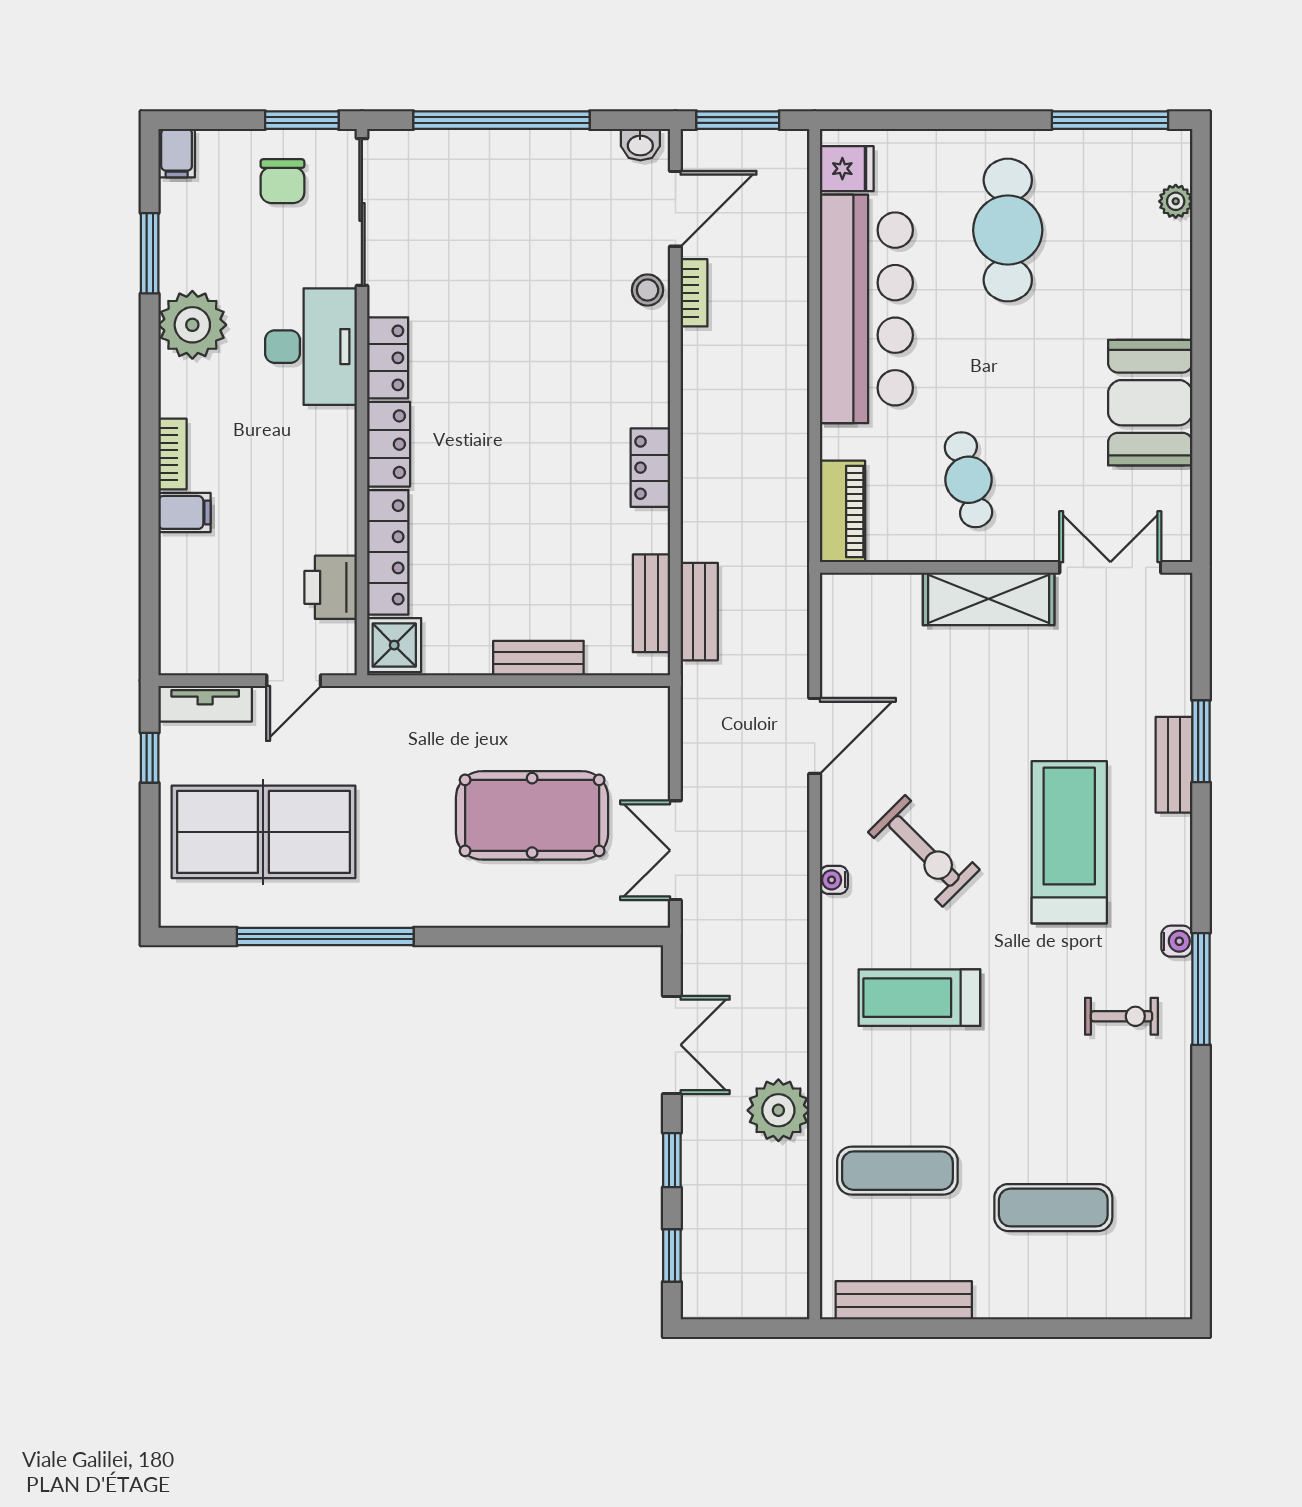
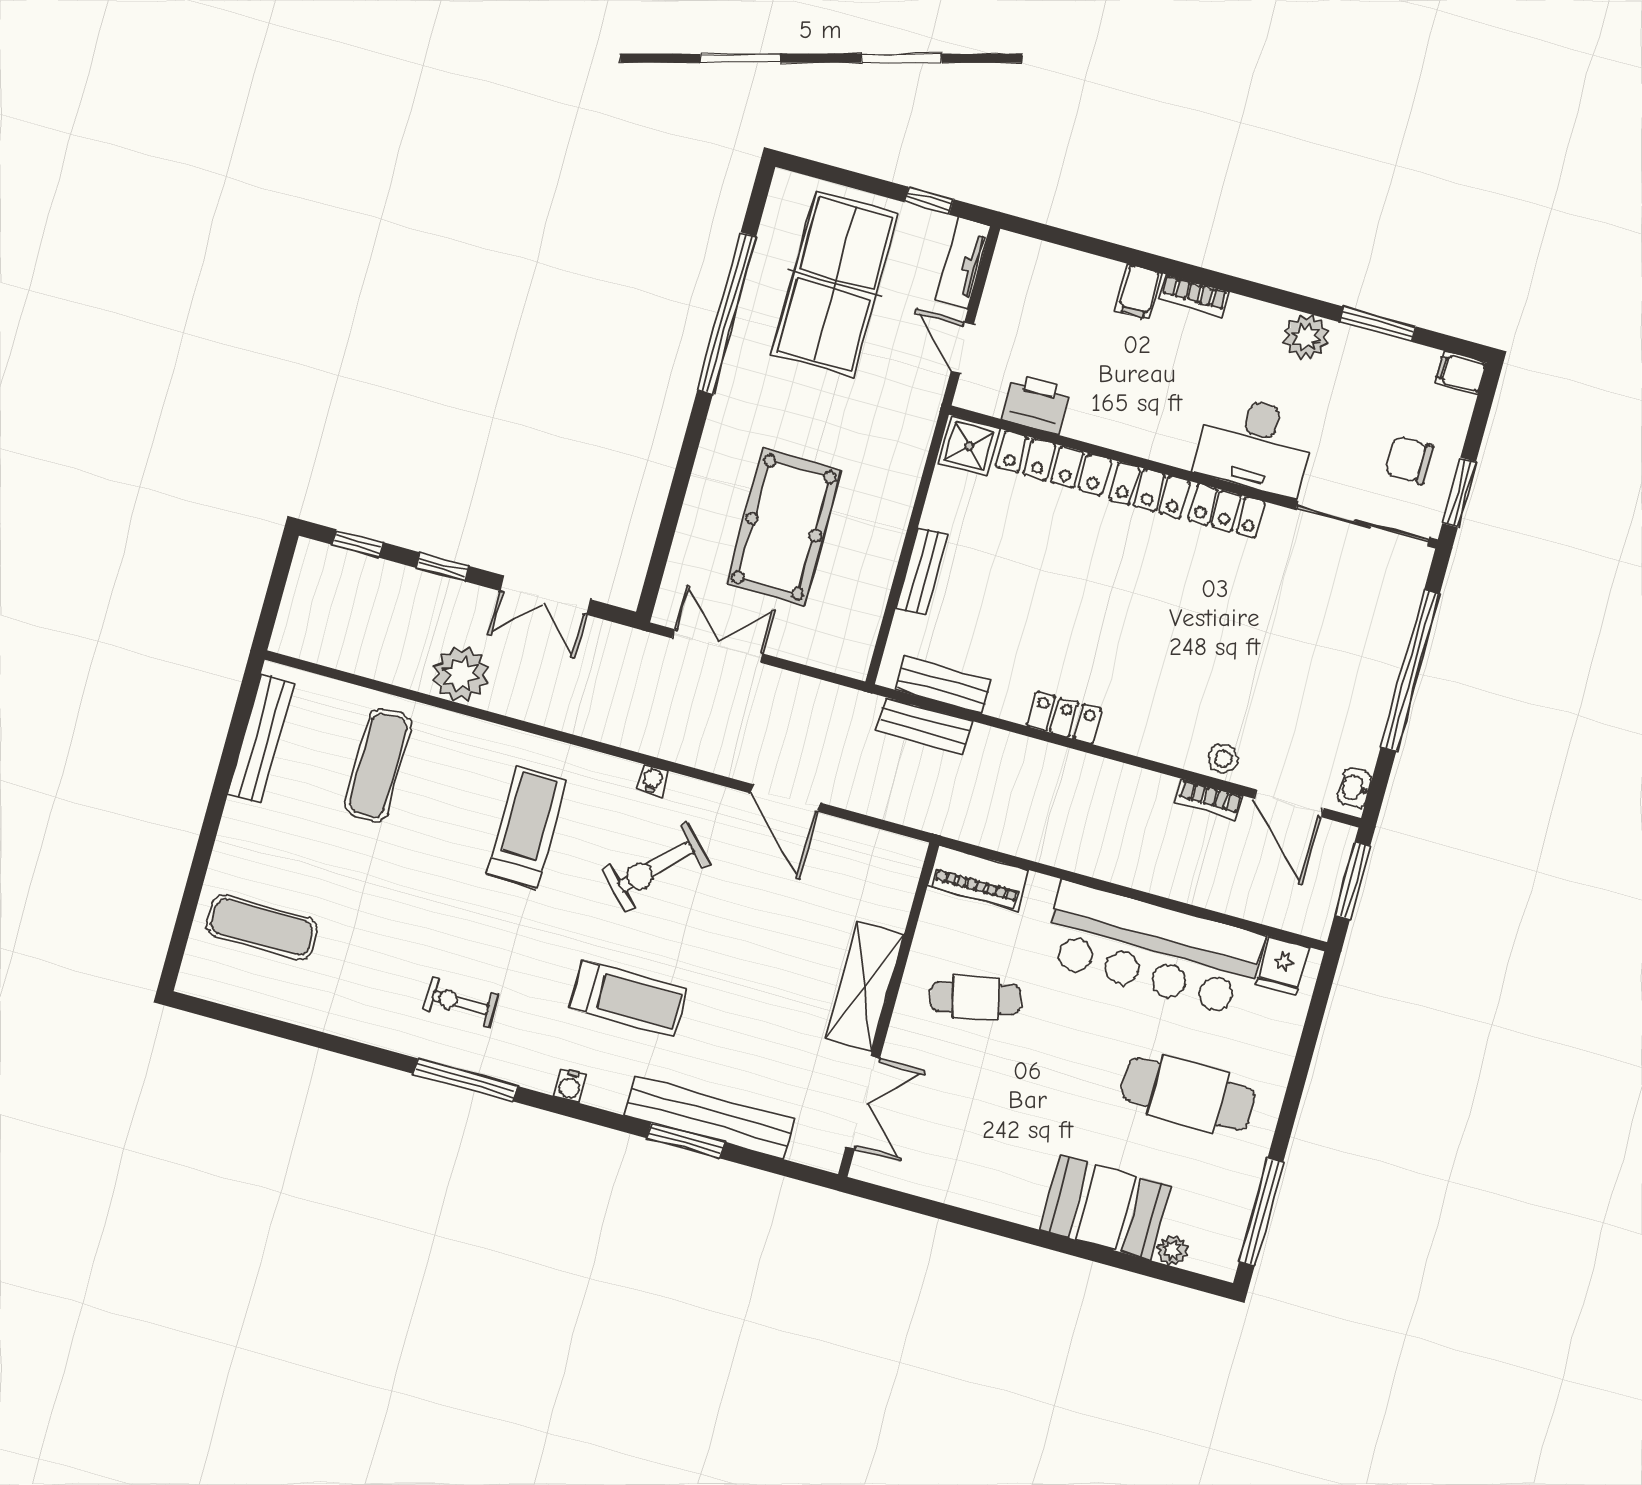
plant: (192, 325) -> (1306, 337), width x0.73, depth x0.73
booth: (1150, 403) -> (1105, 1207), moved
bench: (1174, 765) -> (709, 1118), width x1.86, depth x1.21
treadmill: (1069, 842) -> (628, 999), width x0.73, depth x0.73
water cooler: (1177, 941) -> (570, 1086), moved
exercise bike: (1121, 1016) -> (460, 1002), turned 90
exercise mat: (1053, 1208) -> (262, 927), moved, turned 90

